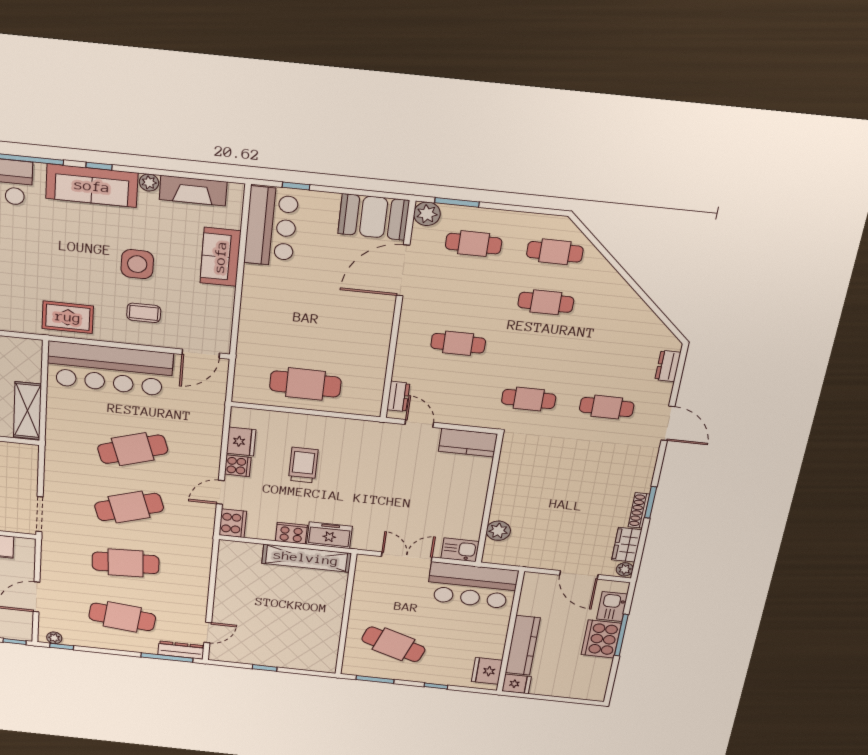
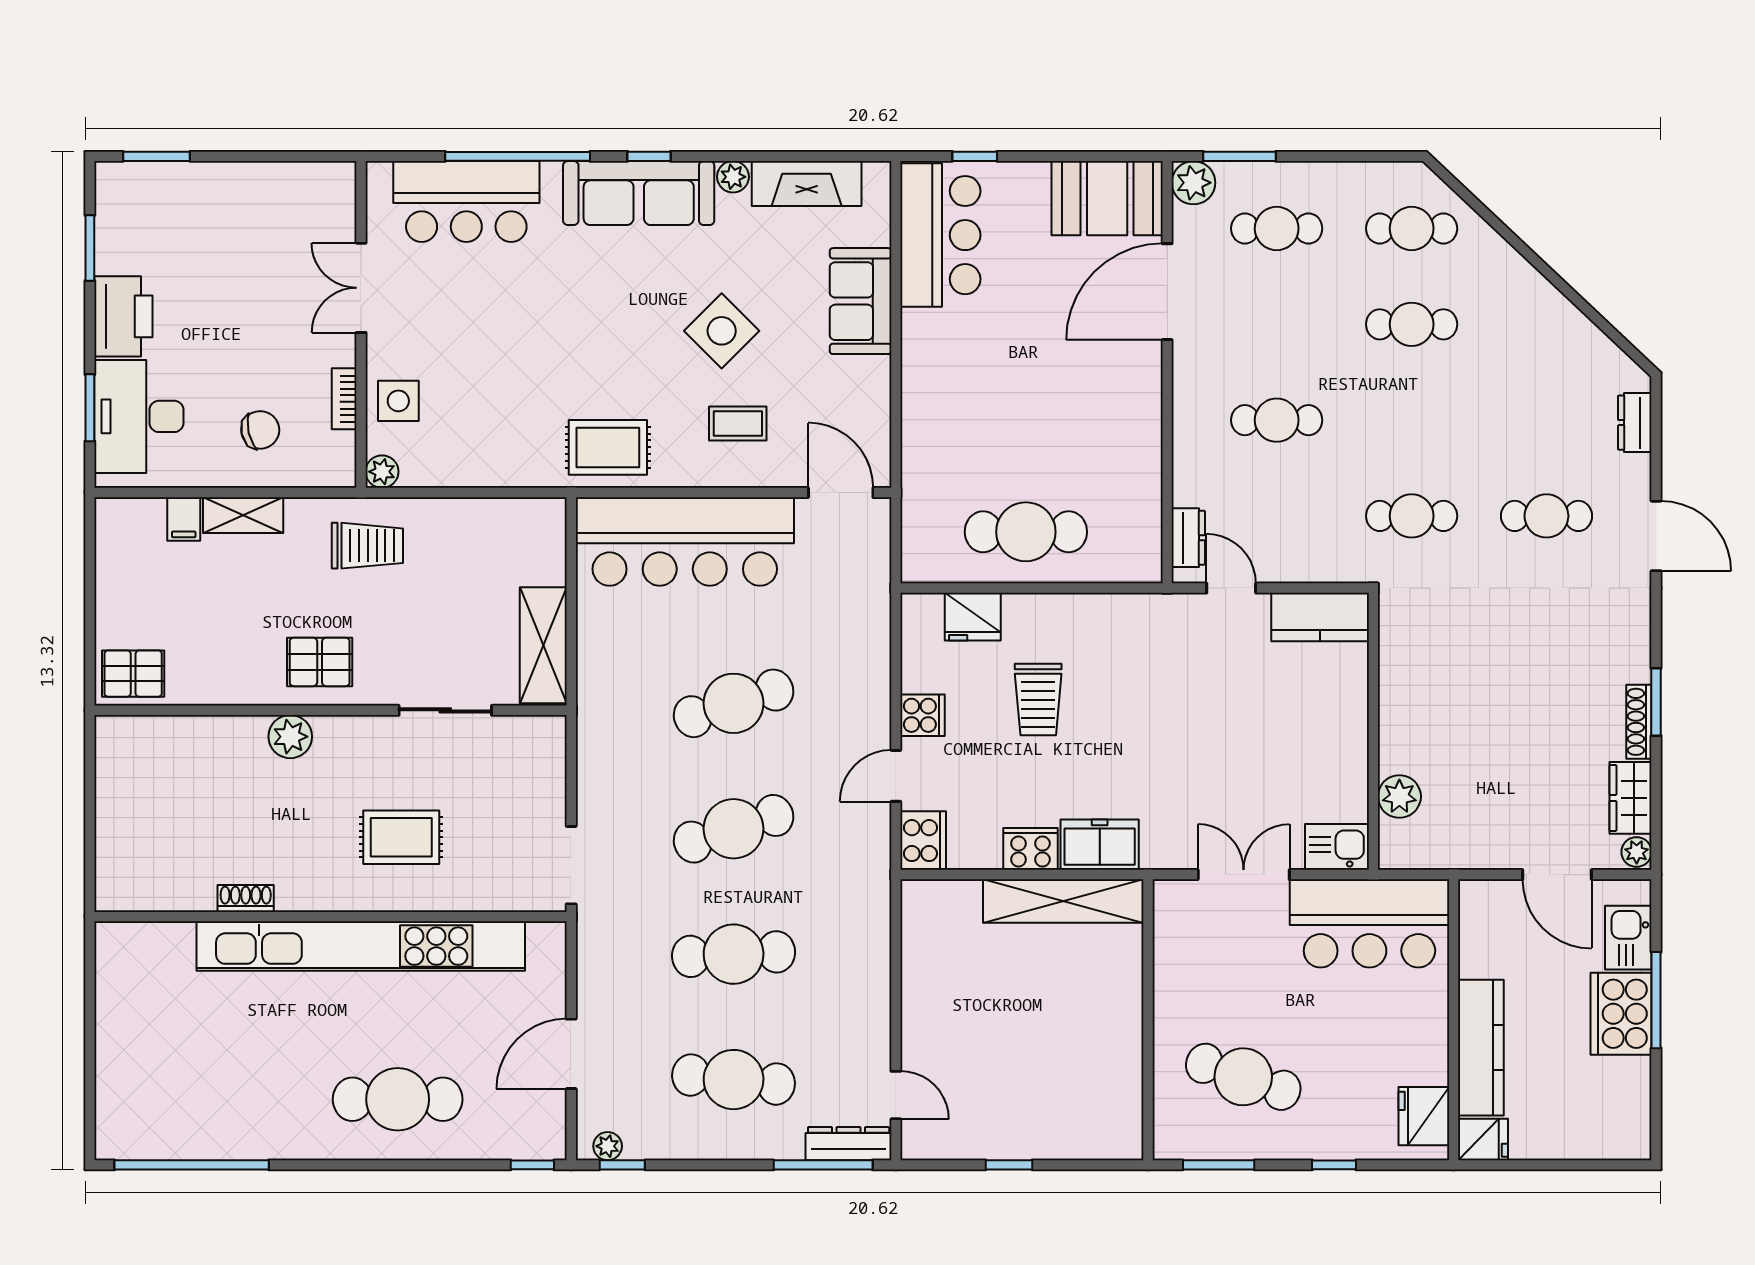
side table: (137, 264) -> (722, 331), turned 45
door: (201, 354) -> (841, 493), swing flipped
fridge: (241, 442) -> (973, 617), moved, turned 90
trolley: (303, 465) -> (1038, 699), turned 180
door: (208, 633) -> (896, 1095), hinge flipped

